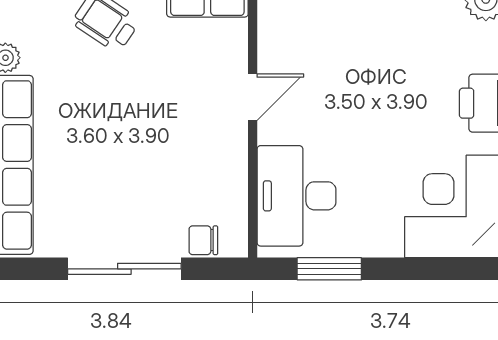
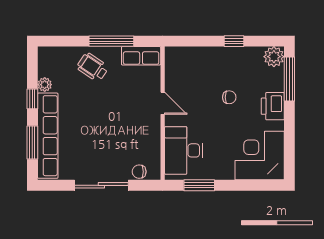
chair: (392, 84) -> (229, 97), added
door: (253, 97) -> (163, 103), hinge flipped

